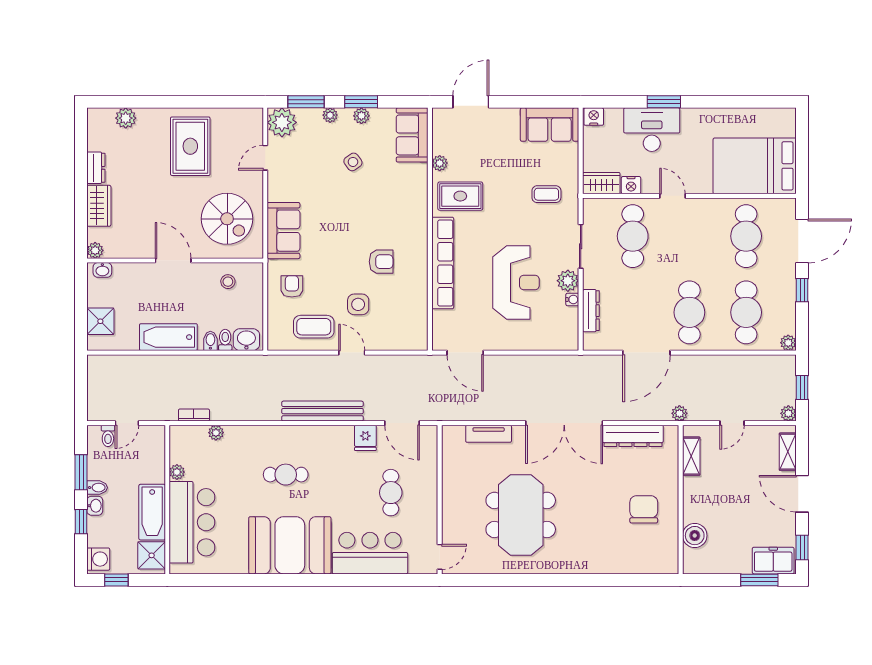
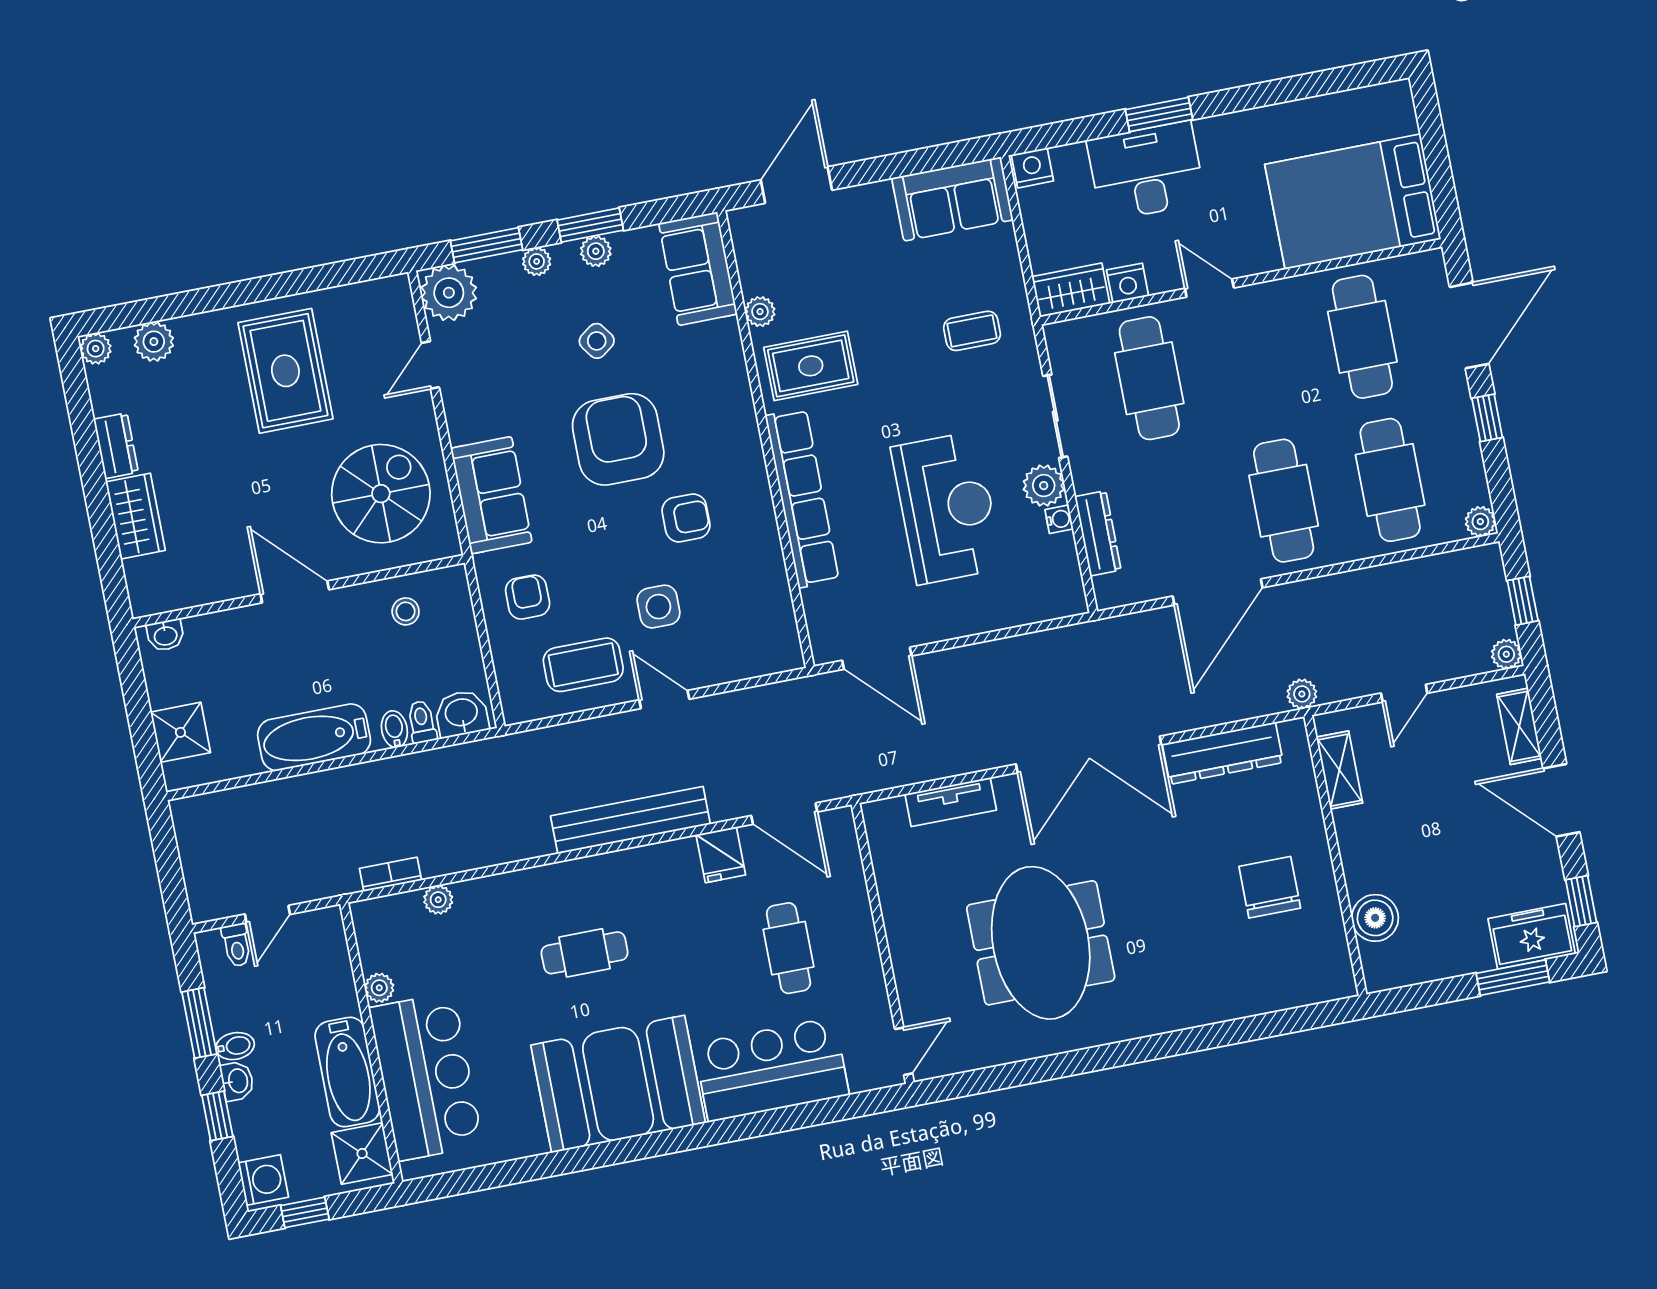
armchair: (354, 215) -> (618, 439), added
spiral stairs: (227, 219) -> (381, 494), turned -90
plant: (95, 250) -> (96, 349), moved

